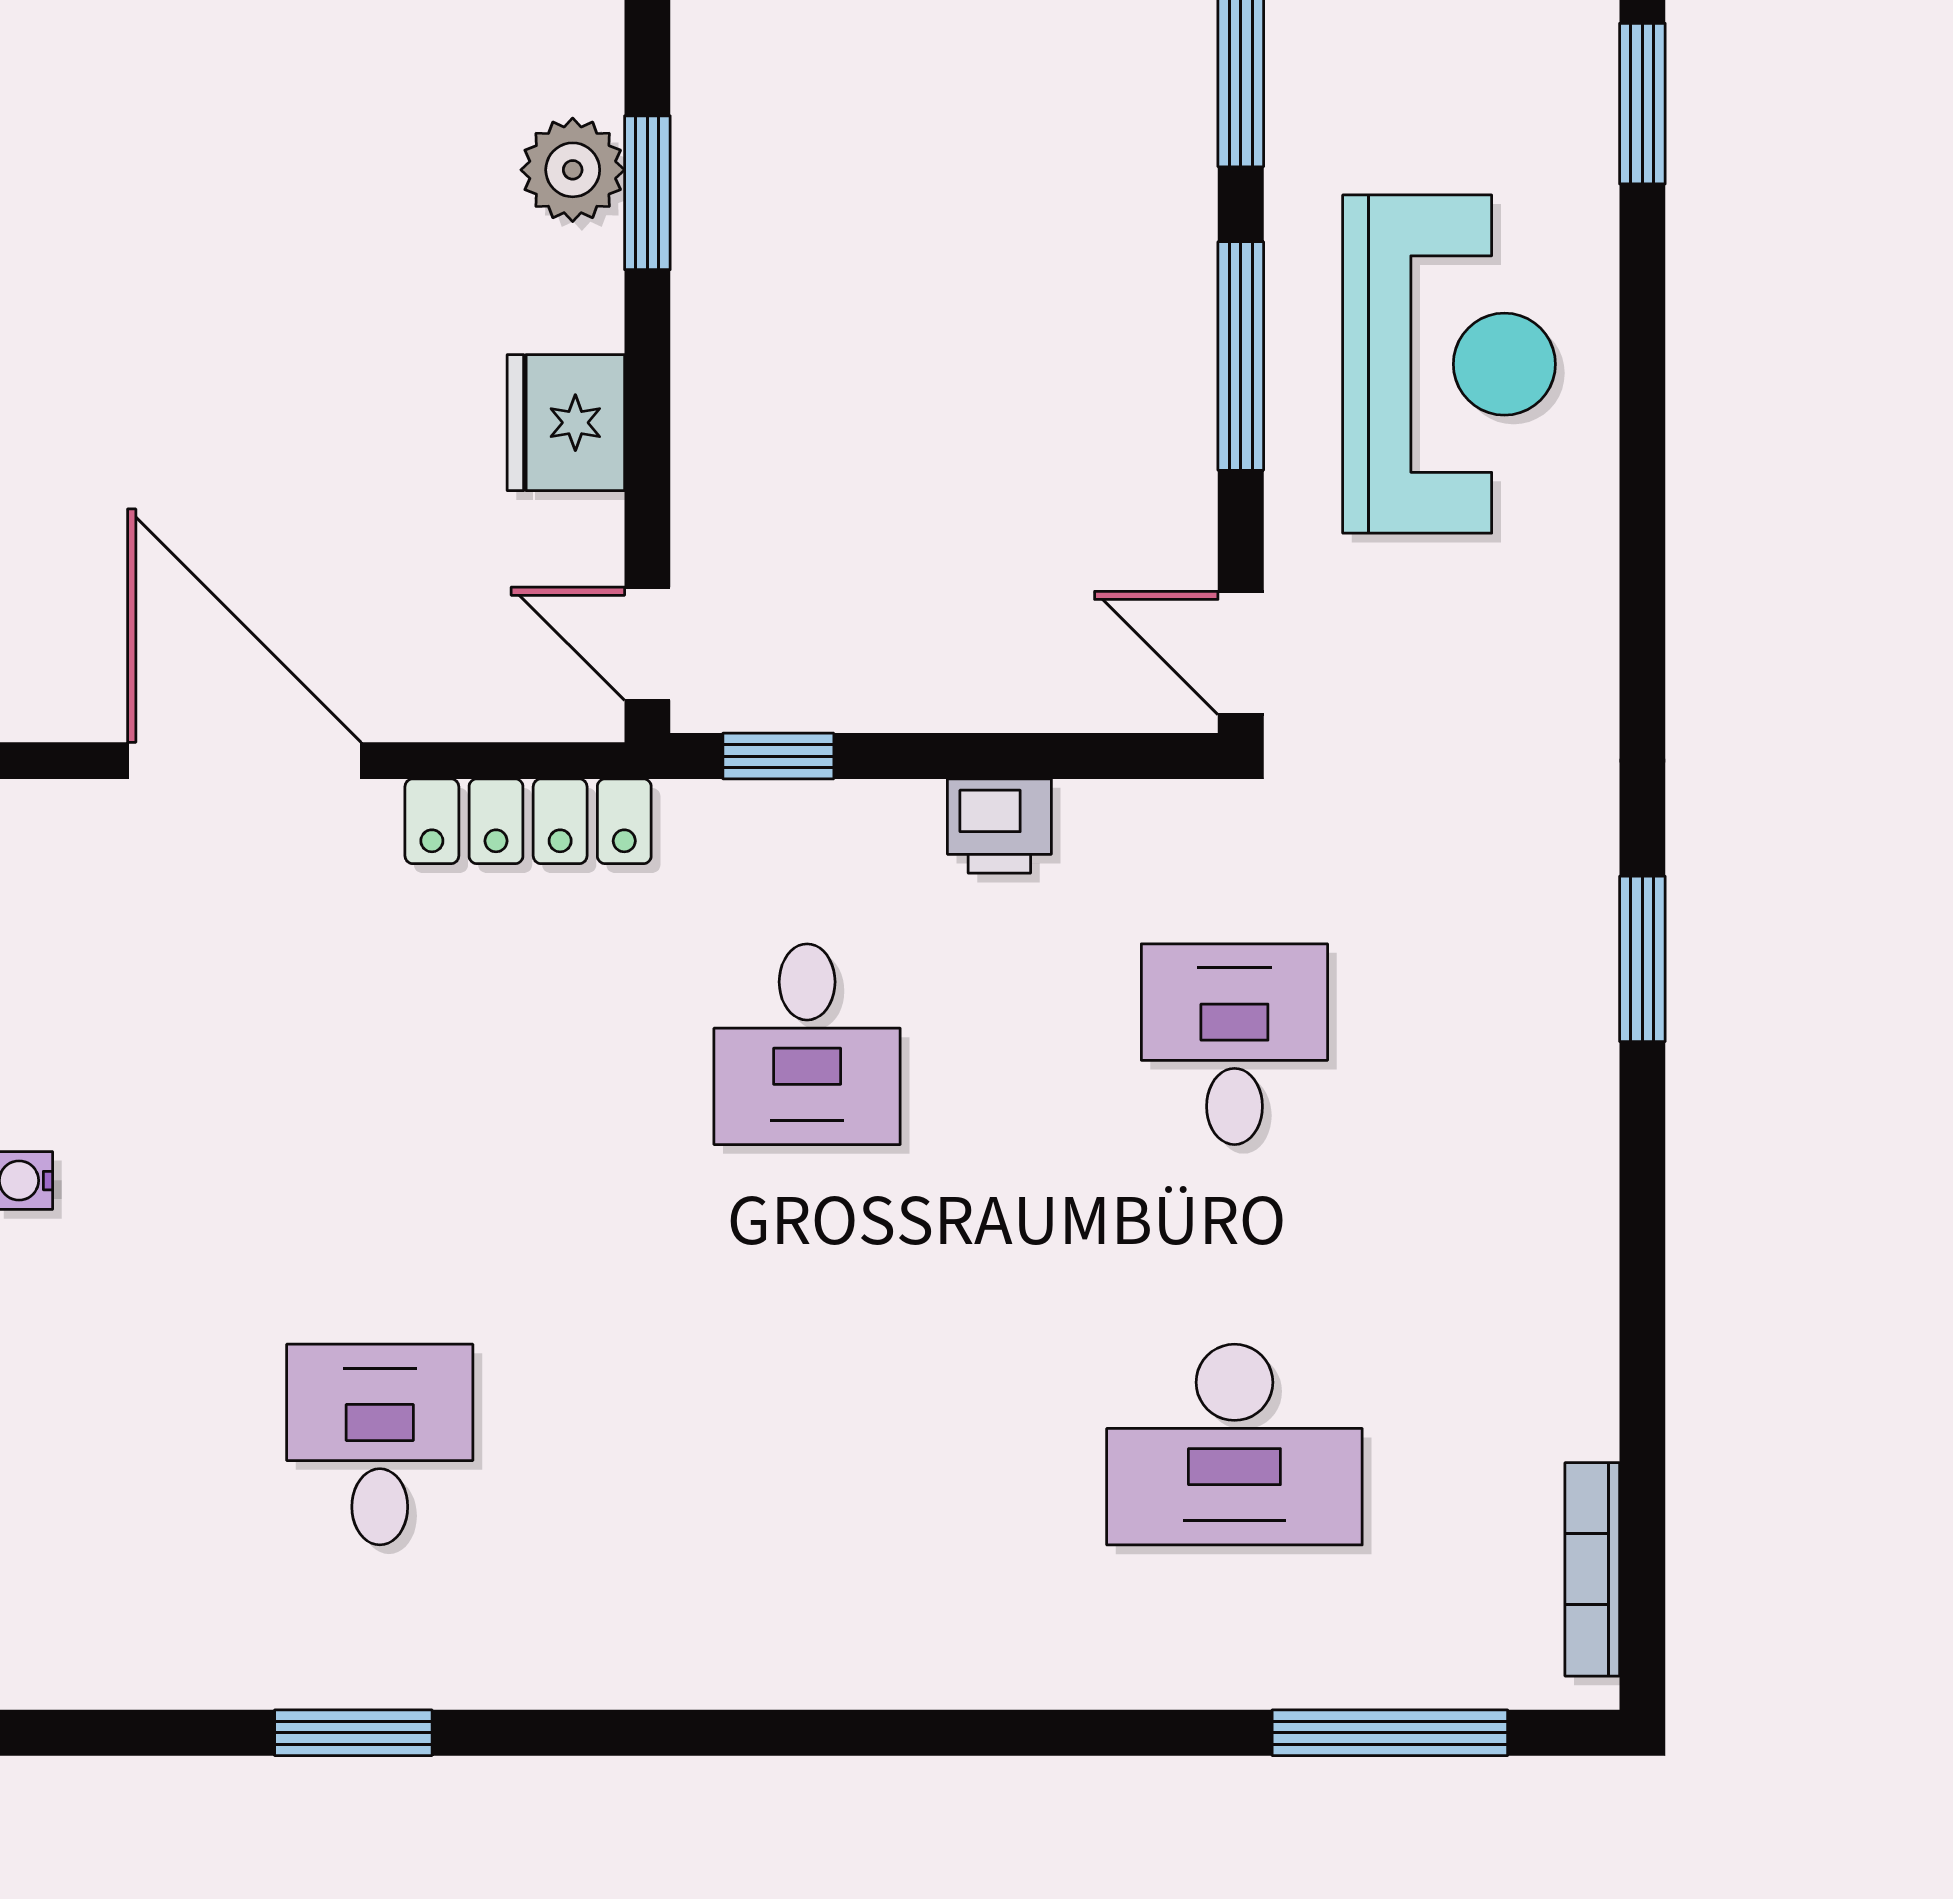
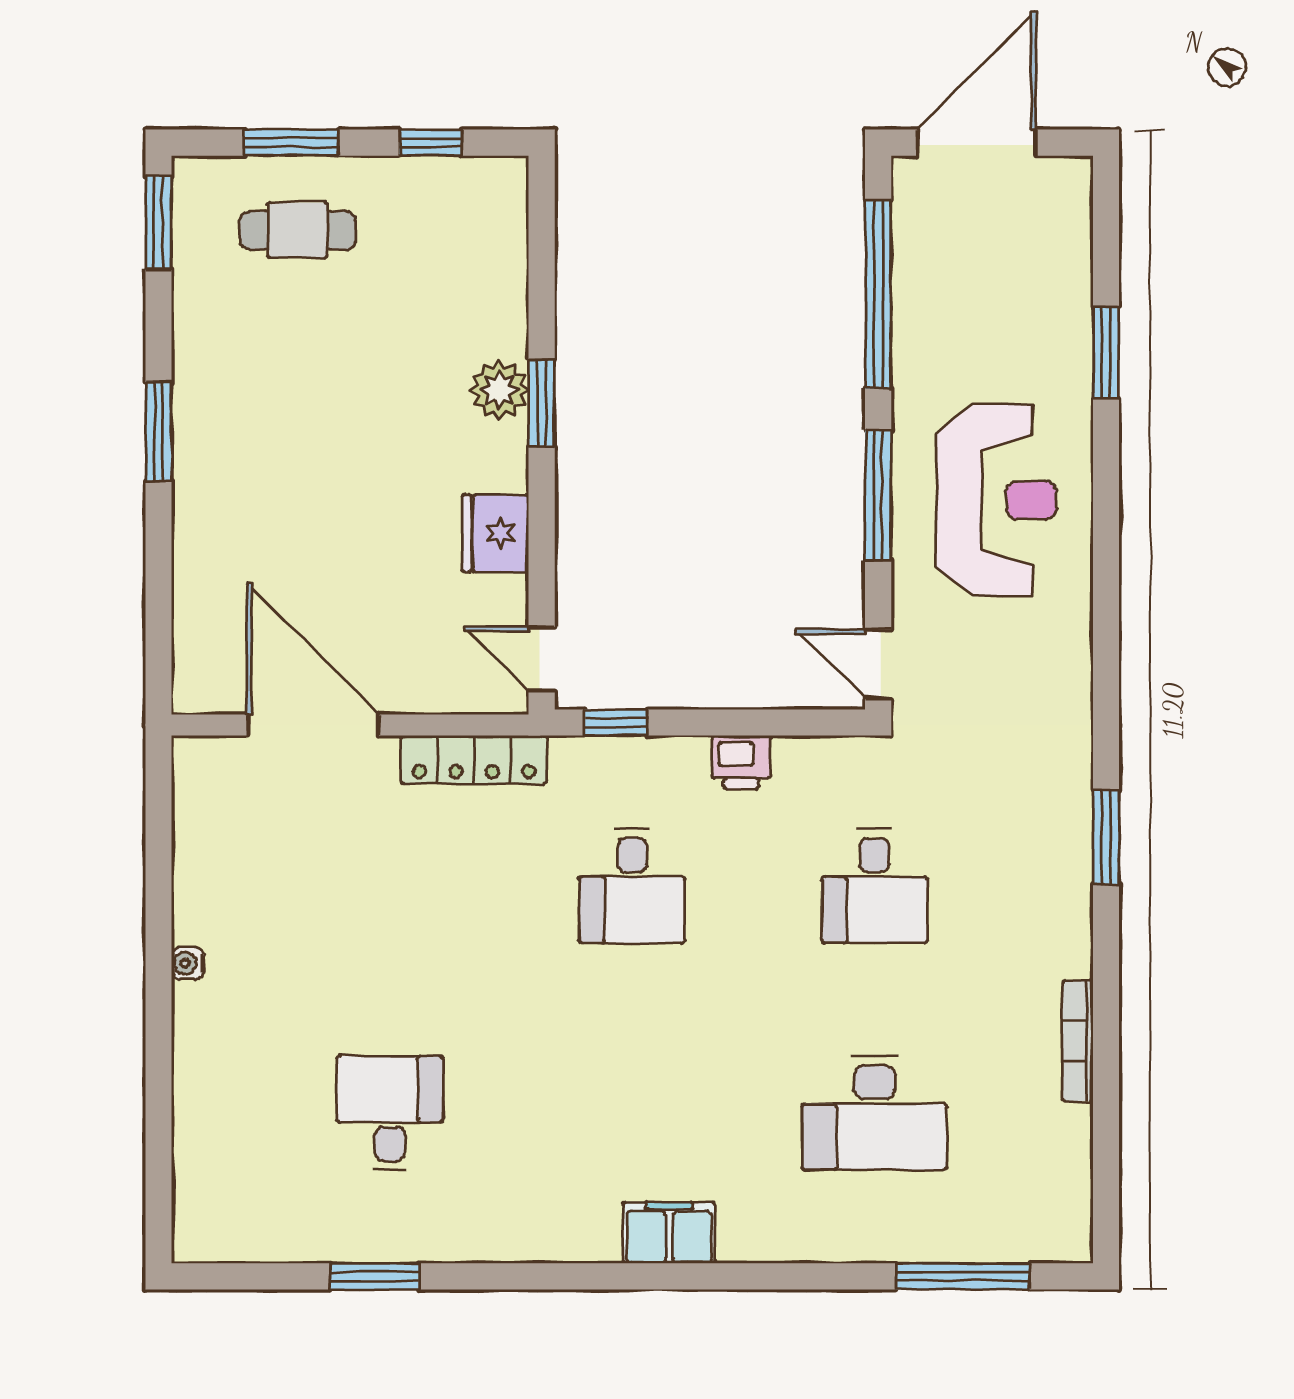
desk: (1234, 1044) -> (875, 886), turned 180
bookcase: (1592, 1569) -> (1078, 1041), moved
filing cabinet: (872, 1656) -> (669, 1233), added

